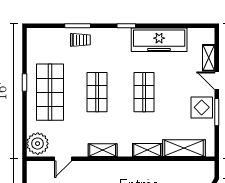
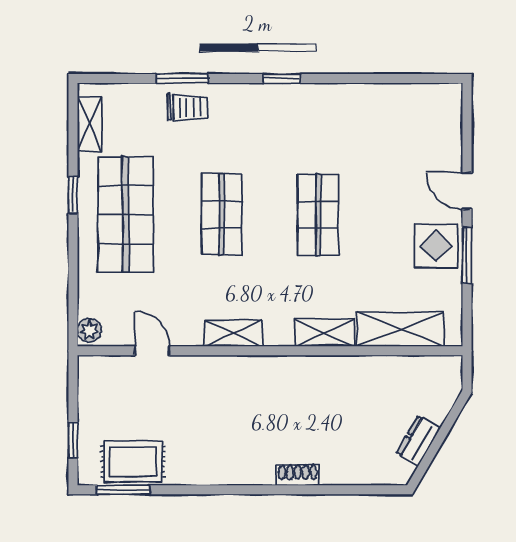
freezer: (159, 40) -> (349, 107), removed
shelving: (209, 58) -> (90, 124), moved
plant: (38, 144) -> (89, 330), width x0.53, depth x0.53
door: (63, 159) -> (152, 351), swing flipped

